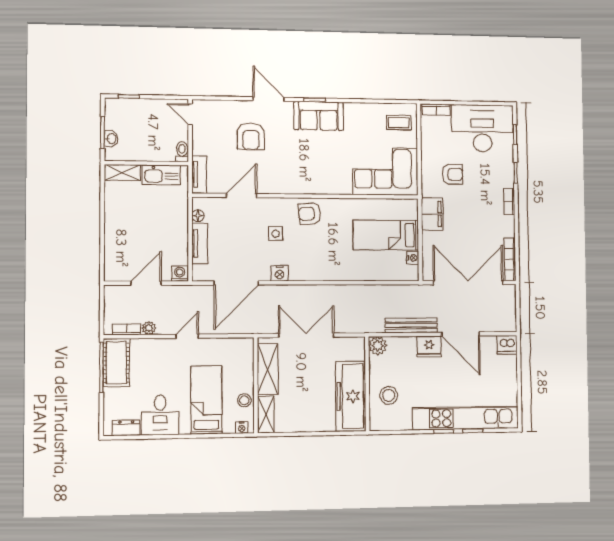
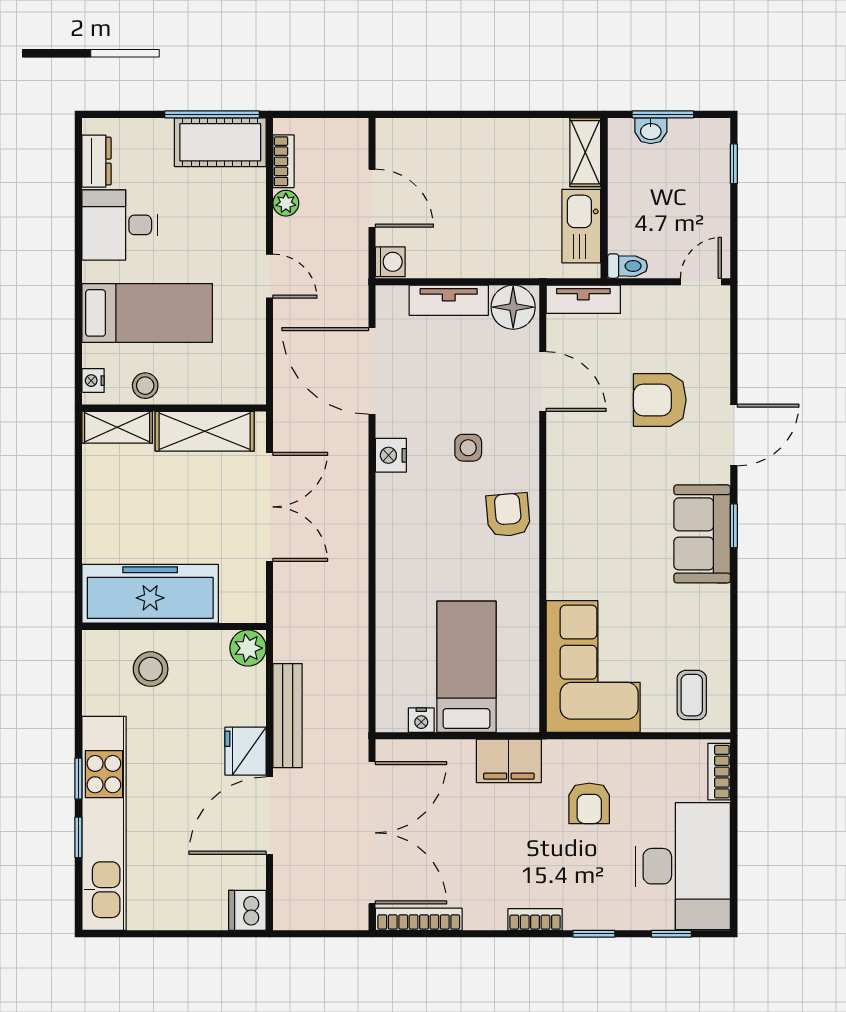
floor lamp: (198, 216) -> (513, 307), width x1.89, depth x1.89

